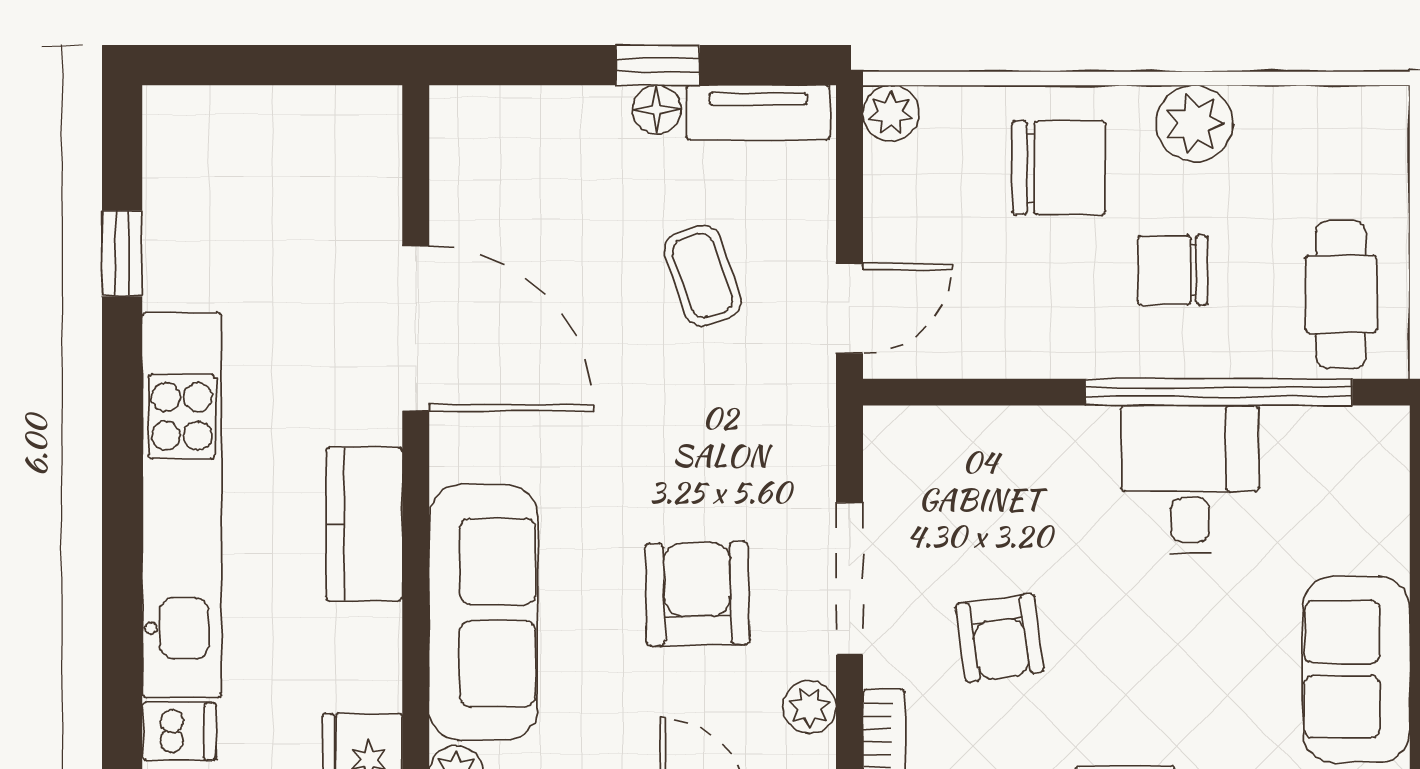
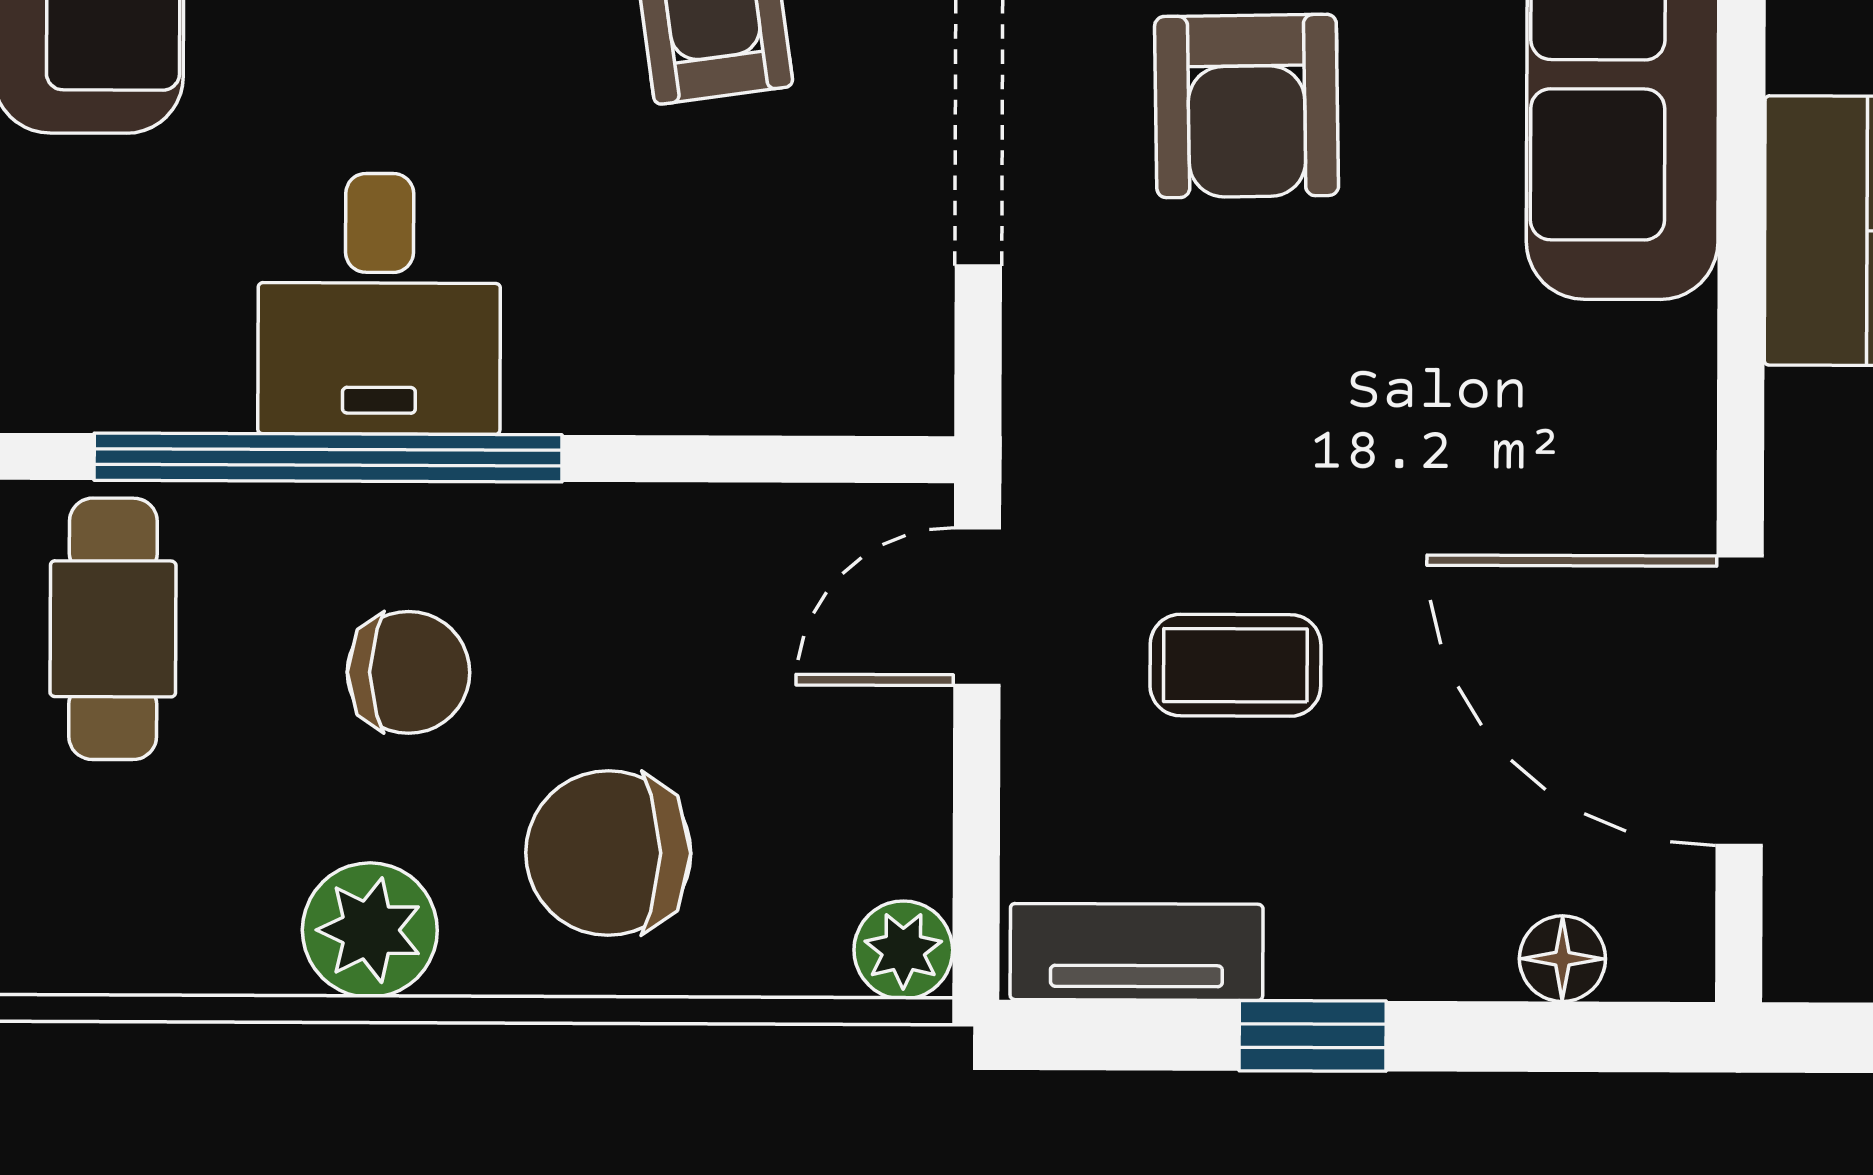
floor lamp: (657, 110) -> (1562, 959), moved
coffee table: (702, 276) -> (1235, 665), turned -71
door: (416, 328) -> (1740, 701), moved

